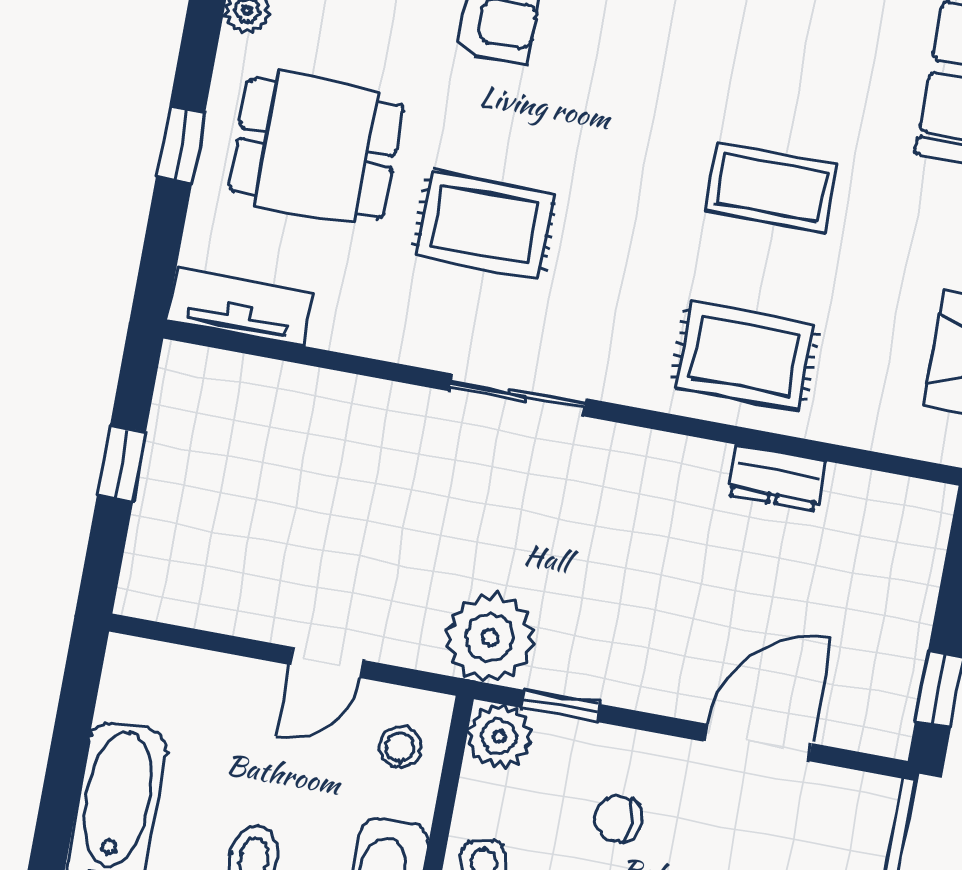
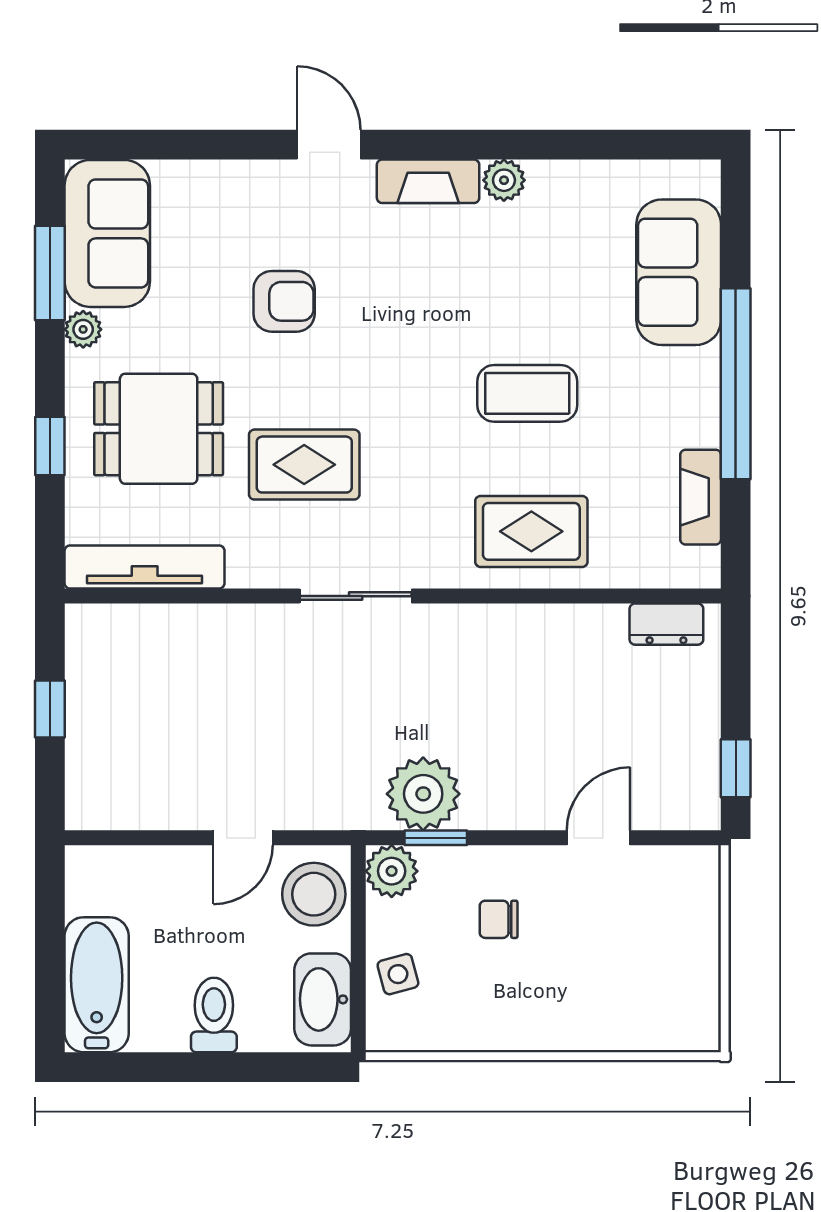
tv unit: (240, 307) -> (145, 567), width x1.41
dresser: (776, 478) -> (666, 624), moved
plant: (490, 638) -> (423, 794), moved
door: (758, 742) -> (598, 838), width x0.73
stool: (400, 747) -> (314, 894), width x1.89, depth x1.89

